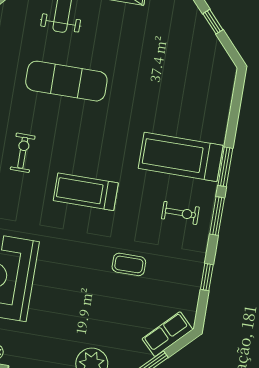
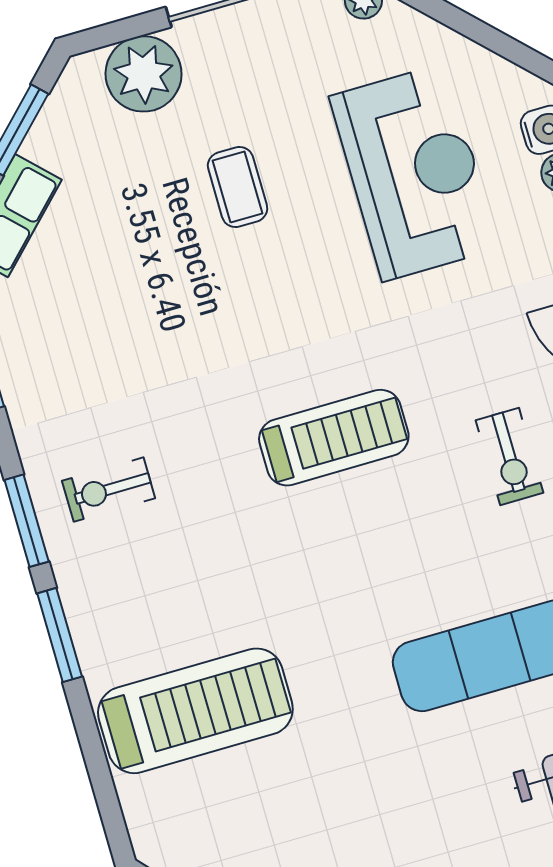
treadmill: (181, 157) -> (195, 711), moved
coffee table: (129, 264) -> (238, 187), moved, turned 90

